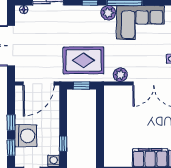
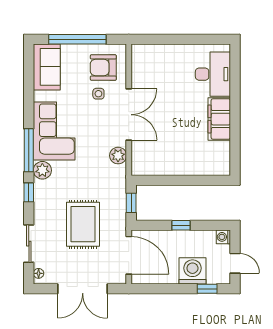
rug: (84, 60) -> (83, 224), moved
window: (11, 123) -> (176, 289), removed
window: (63, 144) -> (181, 225), moved

